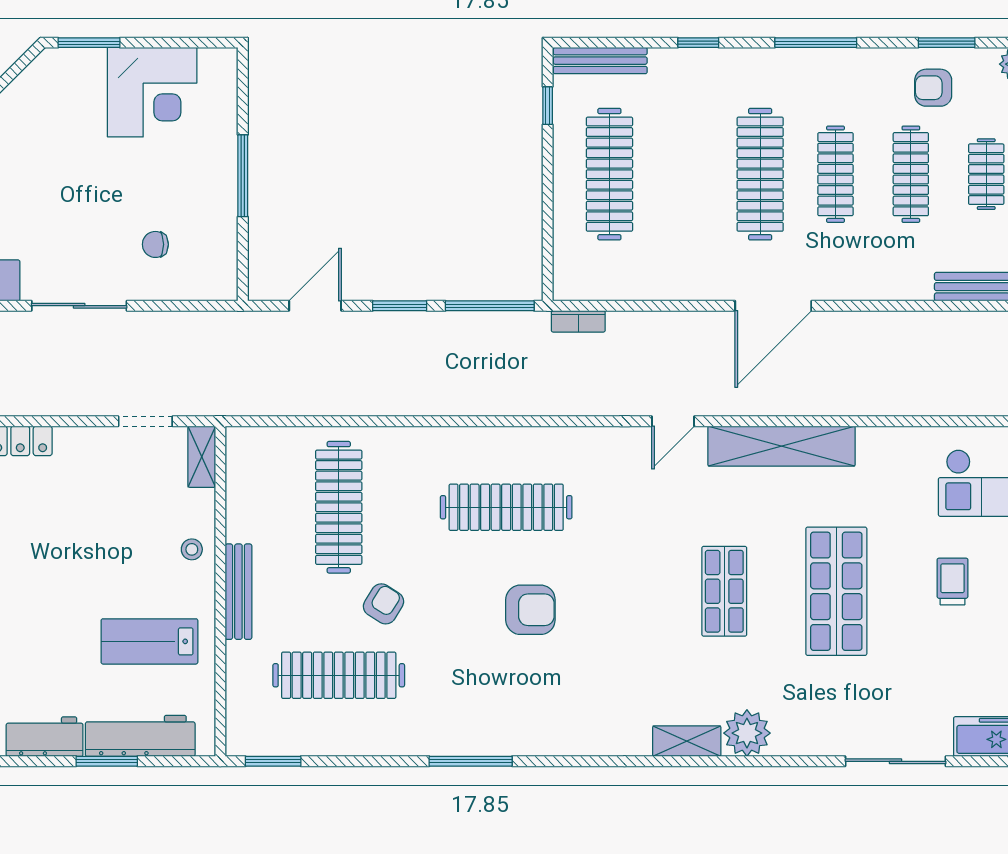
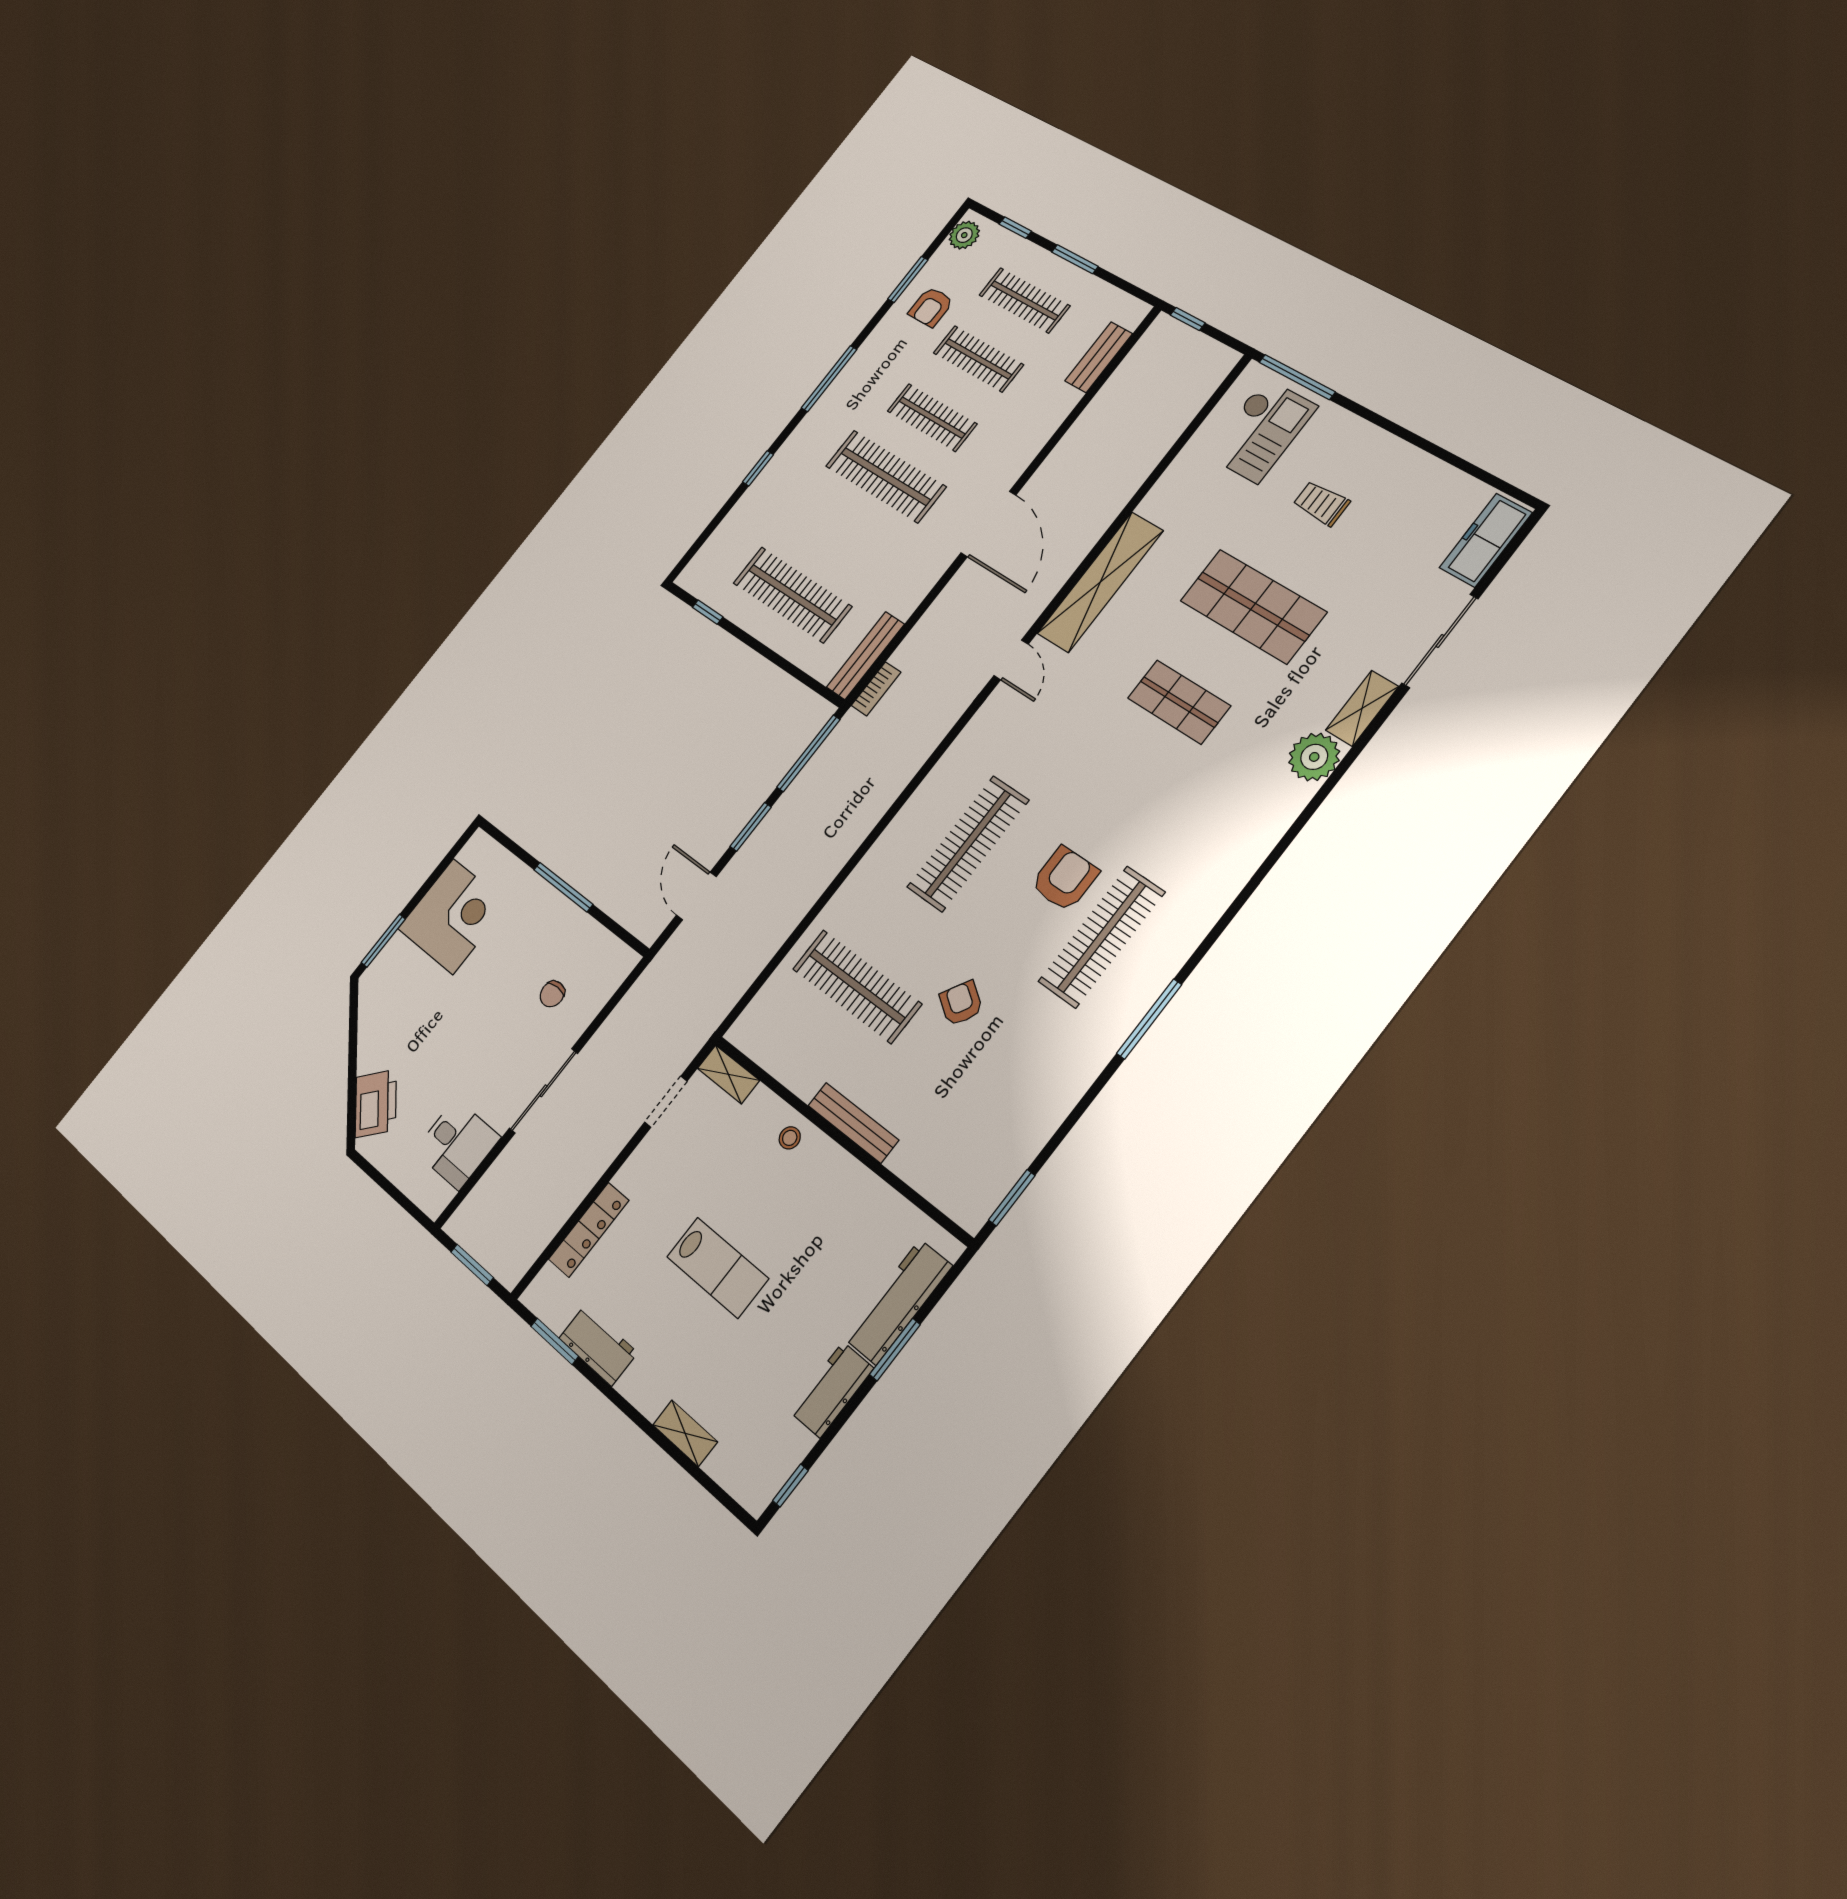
bench: (600, 61) -> (865, 656), moved
clothes rail: (986, 174) -> (1024, 300), width x1.36
lab bench: (149, 641) -> (718, 1268), moved, turned -90
clothes rail: (339, 675) -> (1102, 937), moved
shelving: (687, 741) -> (1362, 708), moved

